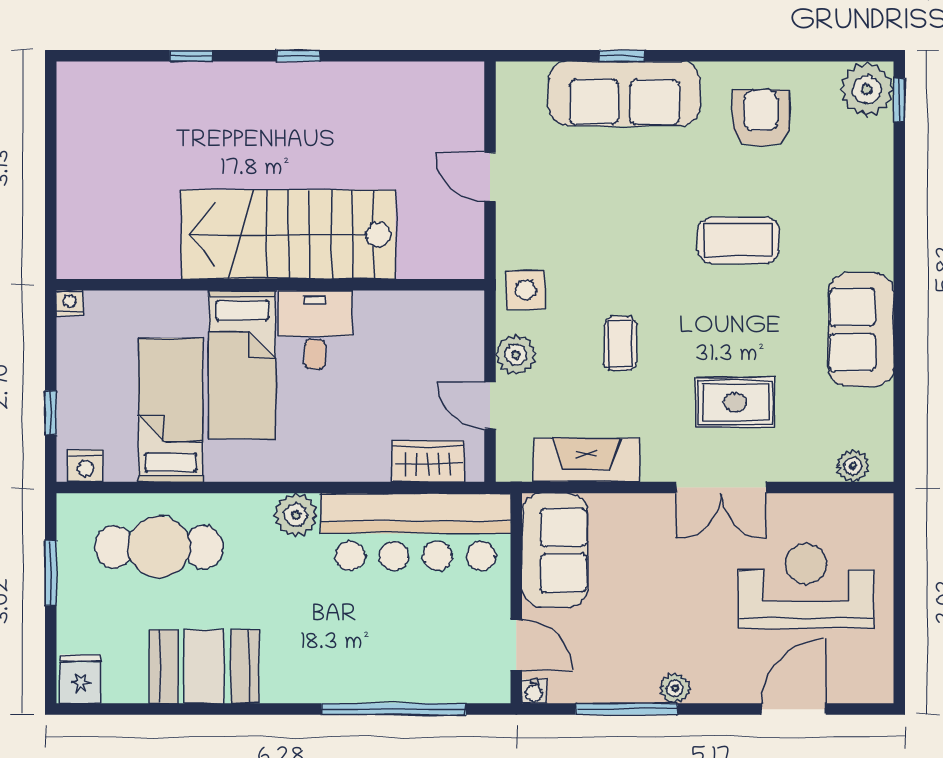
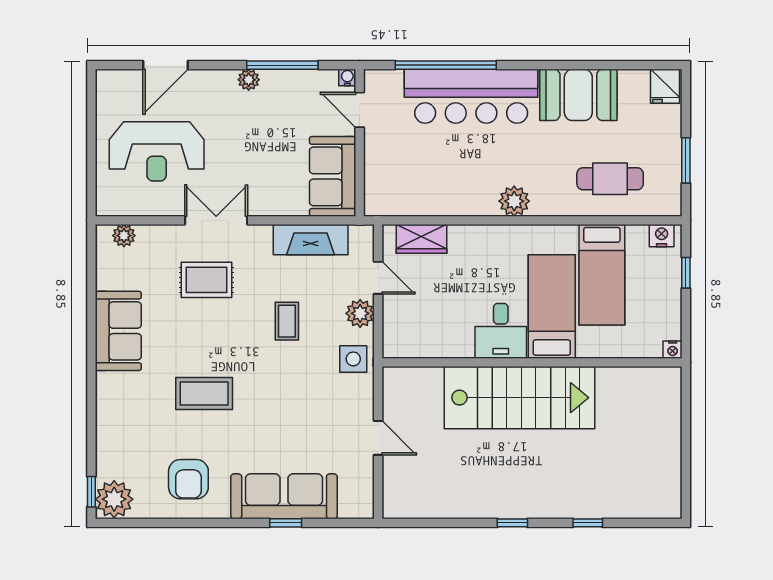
bar counter: (416, 532) -> (471, 96), moved, turned 180
cafe table: (159, 547) -> (610, 179), width x0.73, depth x0.74

